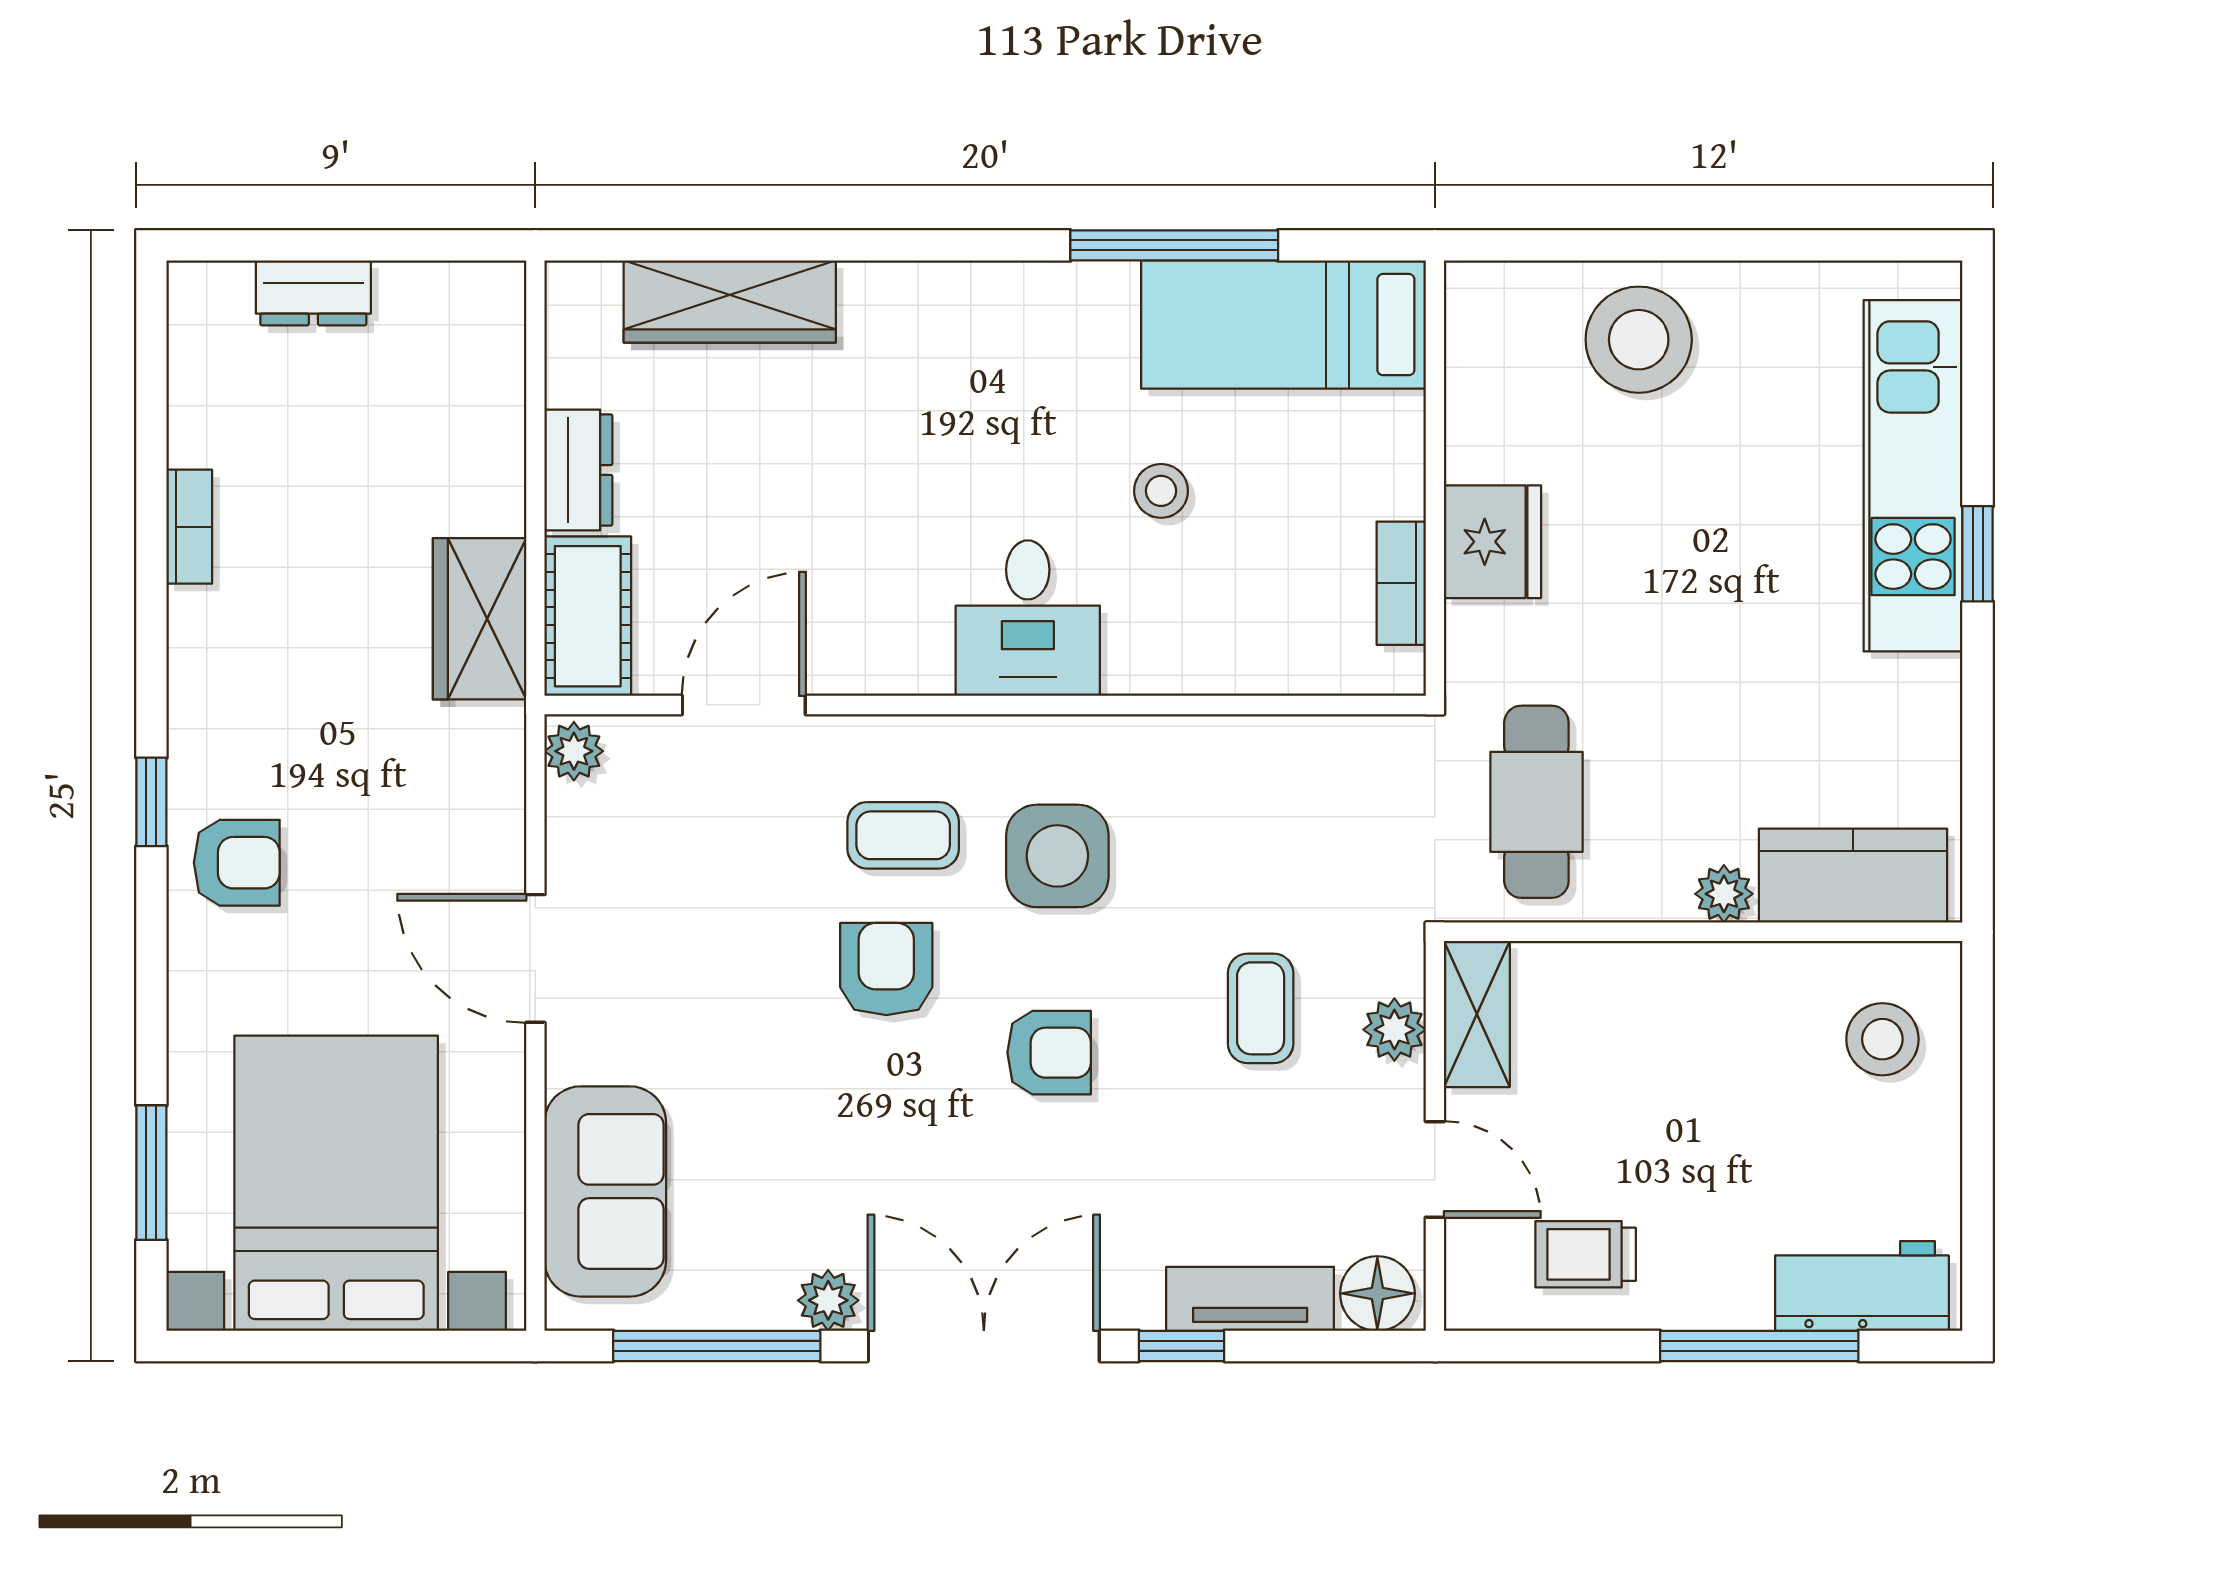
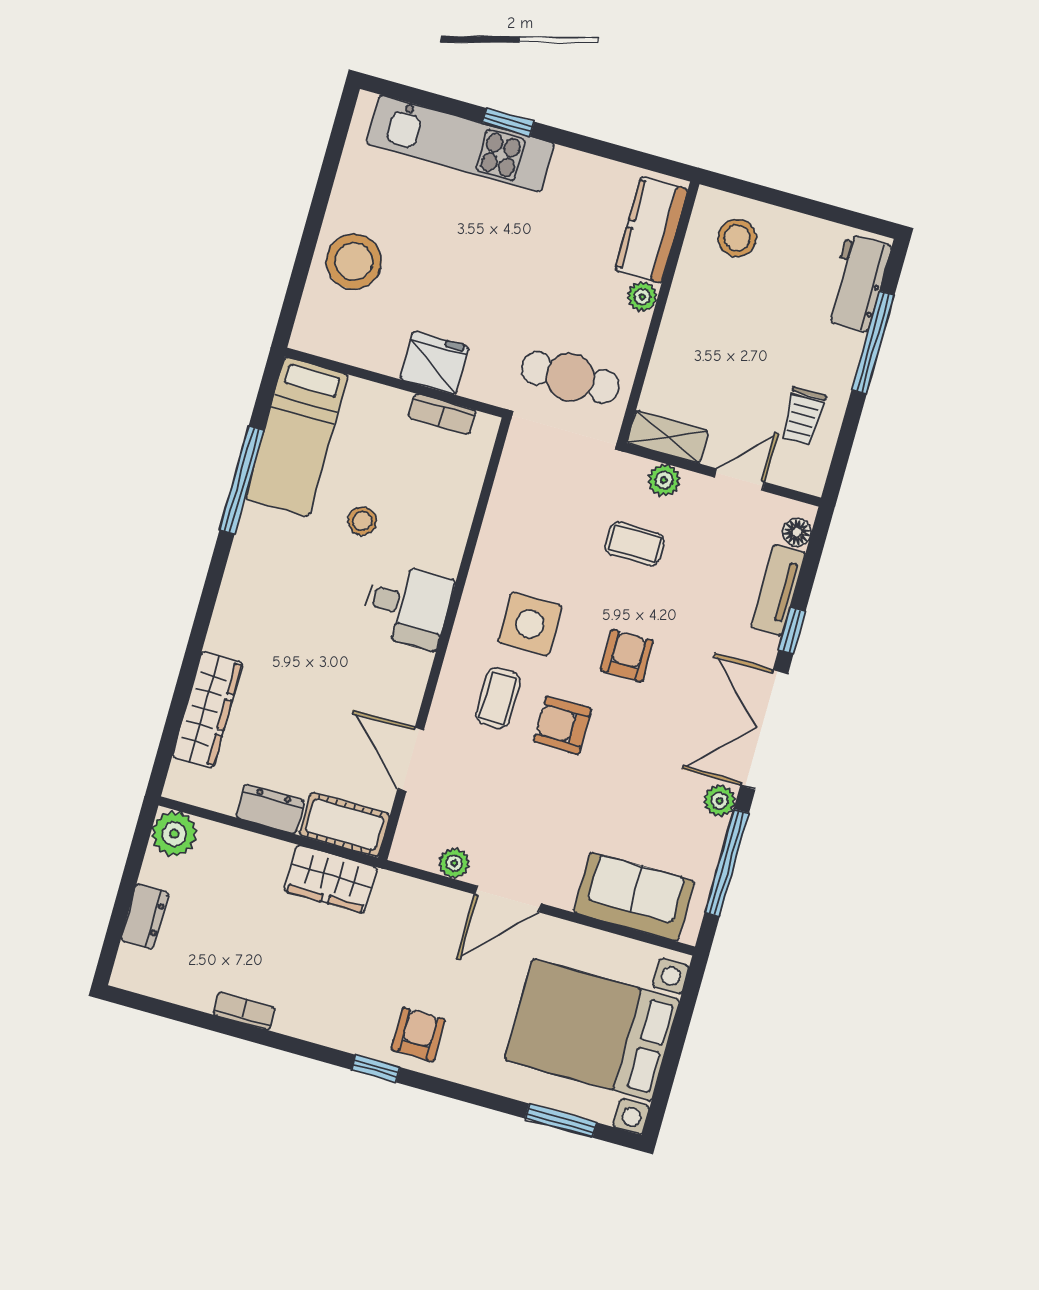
plant: (482, 305) -> (174, 834), added
plant: (574, 751) -> (454, 863), moved
floor lamp: (1377, 1293) -> (797, 532), width x0.73, depth x0.73

